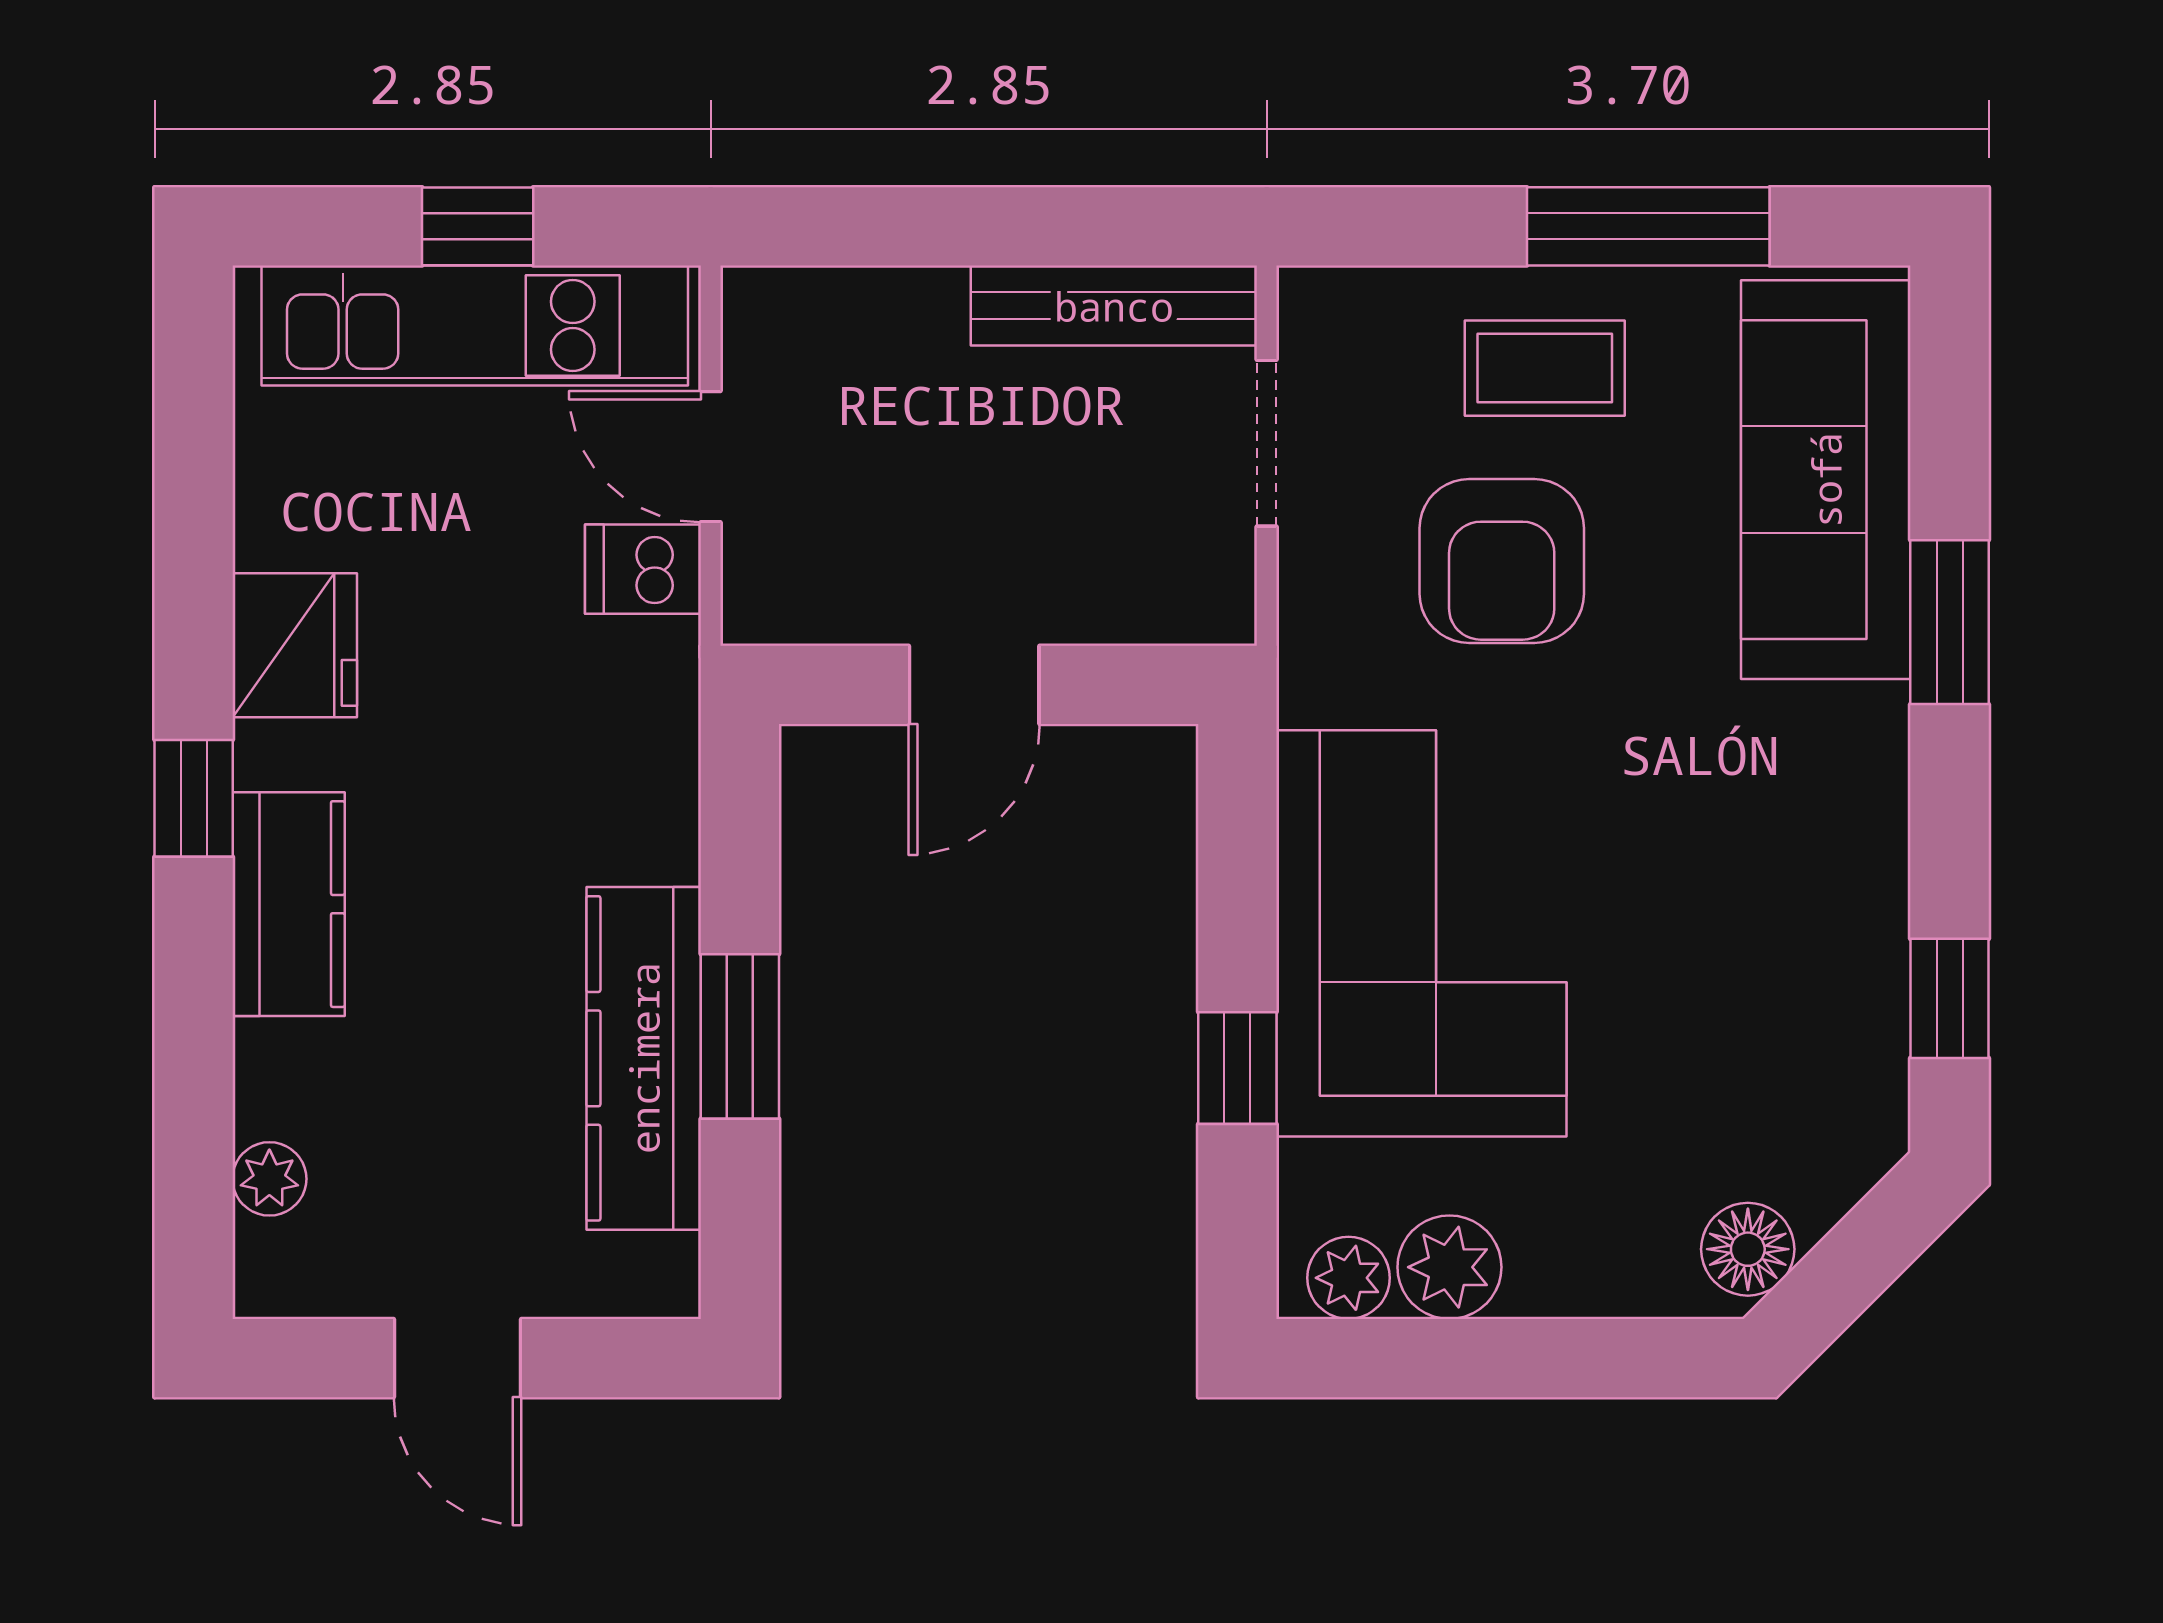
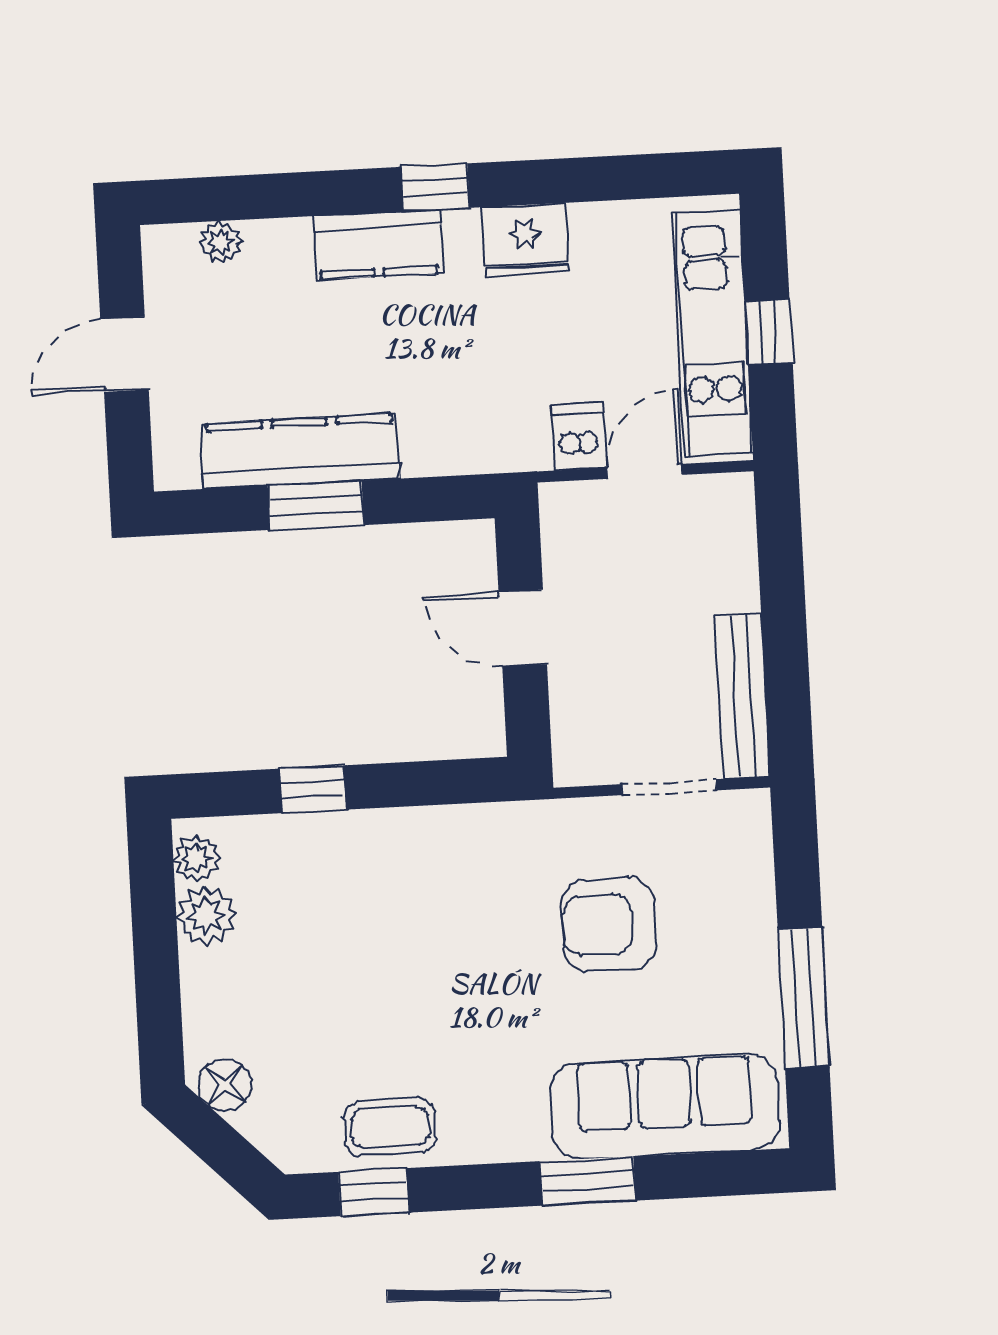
coffee table: (1545, 368) -> (390, 1127), moved, turned 90
corner sofa: (1421, 933) -> (395, 890), removed

